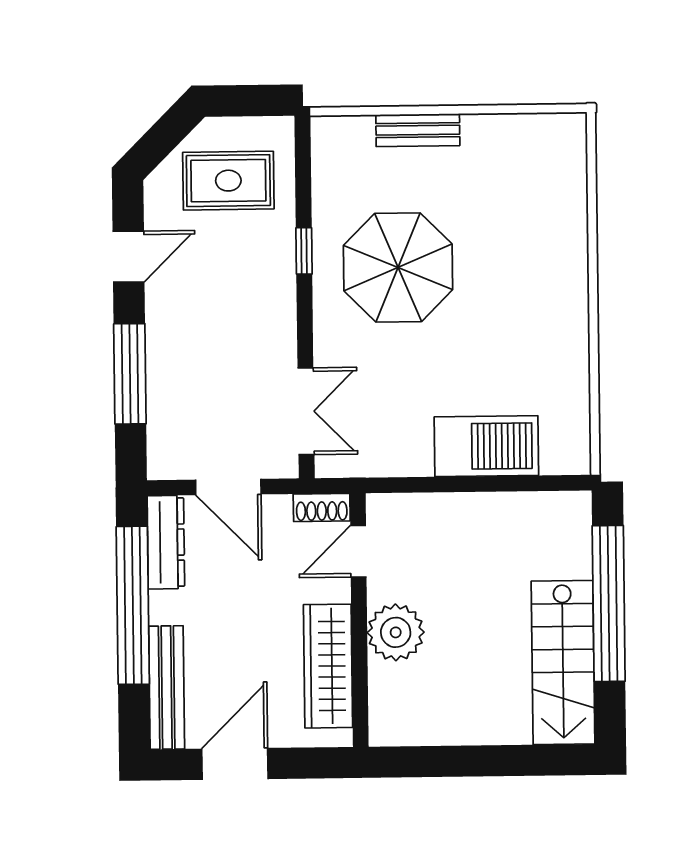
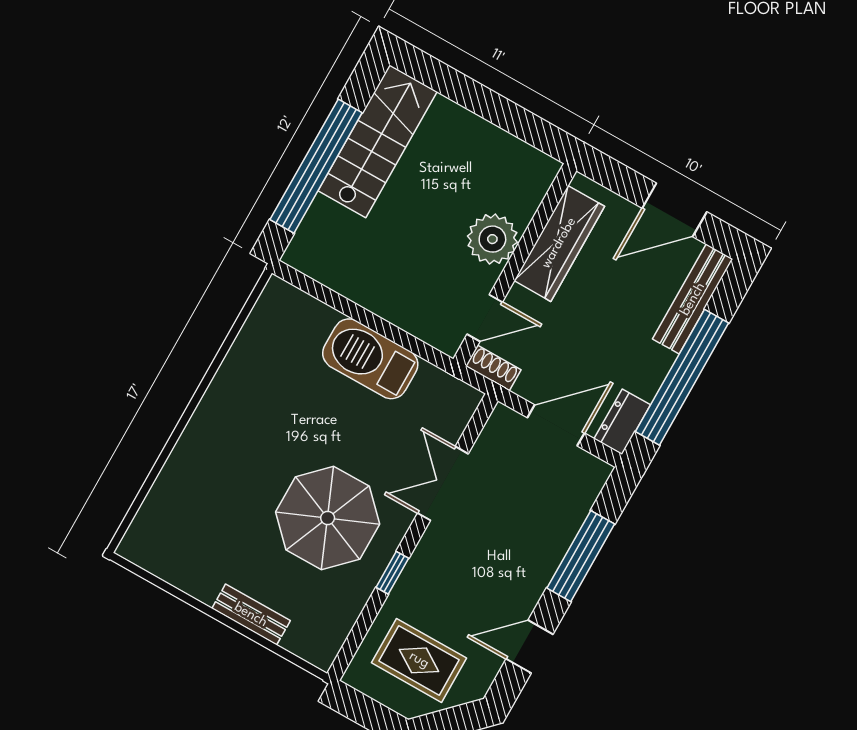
double door: (306, 411) -> (443, 483), moved
barbecue: (486, 446) -> (370, 359), moved
door: (228, 487) -> (556, 425), hinge flipped
dresser: (166, 542) -> (622, 422), width x0.70

